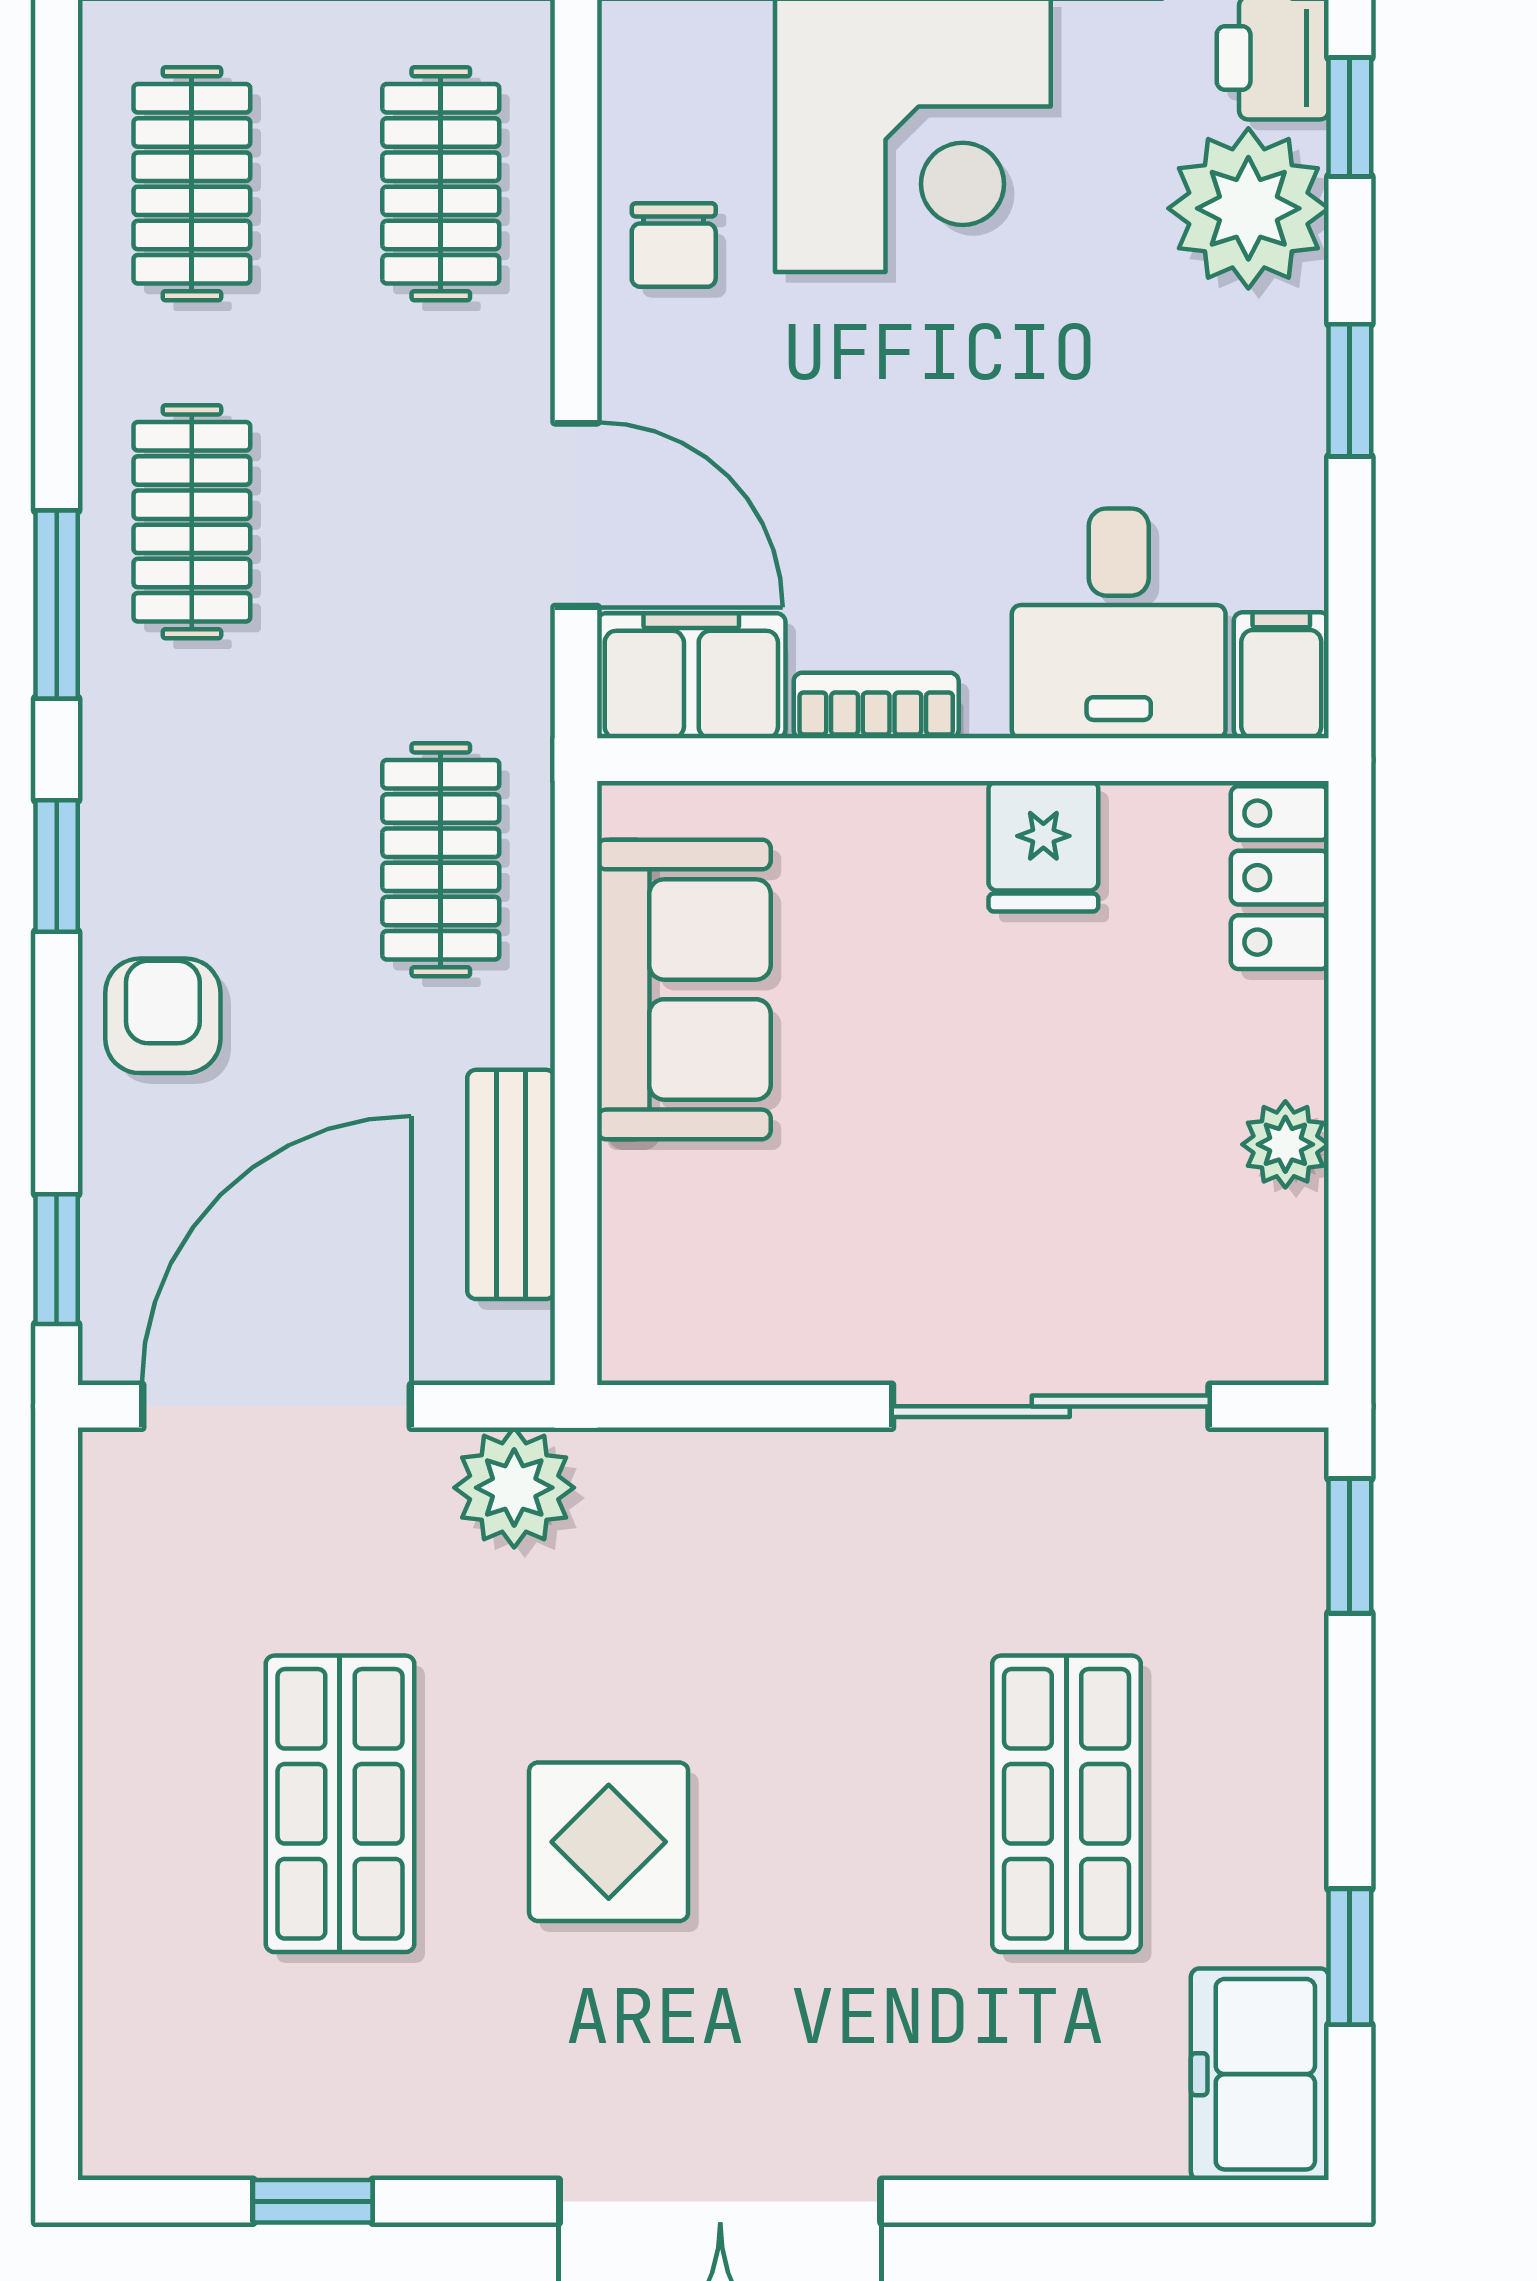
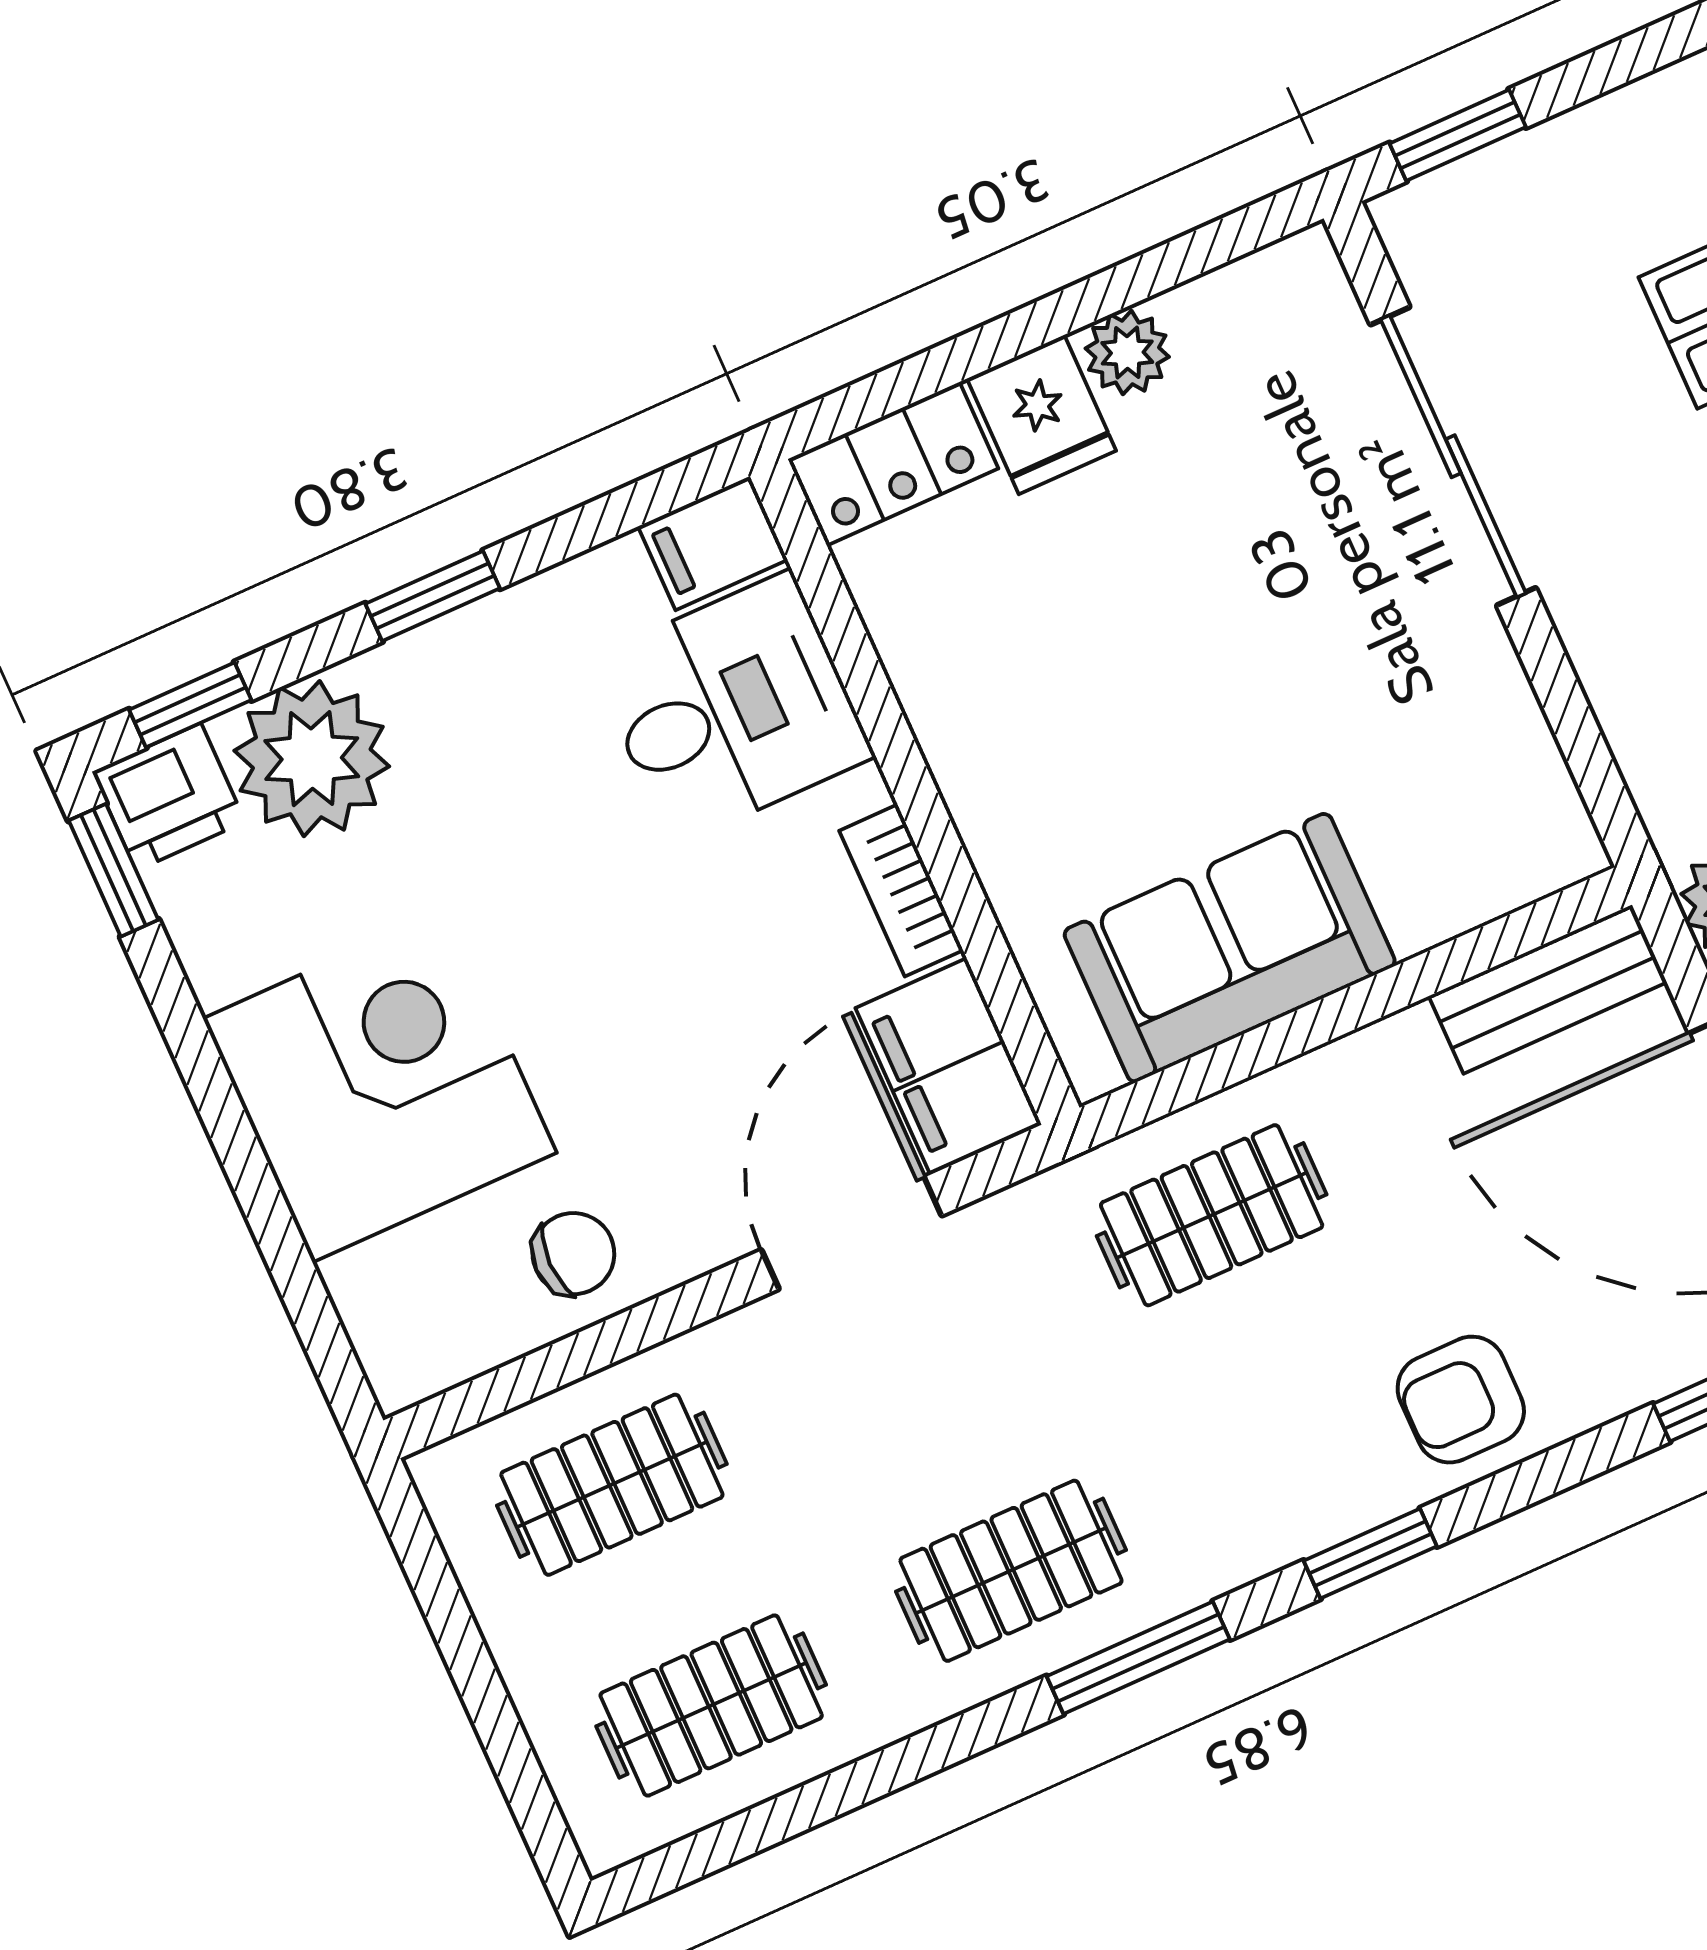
fridge: (1043, 846) -> (1042, 415), moved, turned 90
bench: (511, 1184) -> (1548, 989), moved

